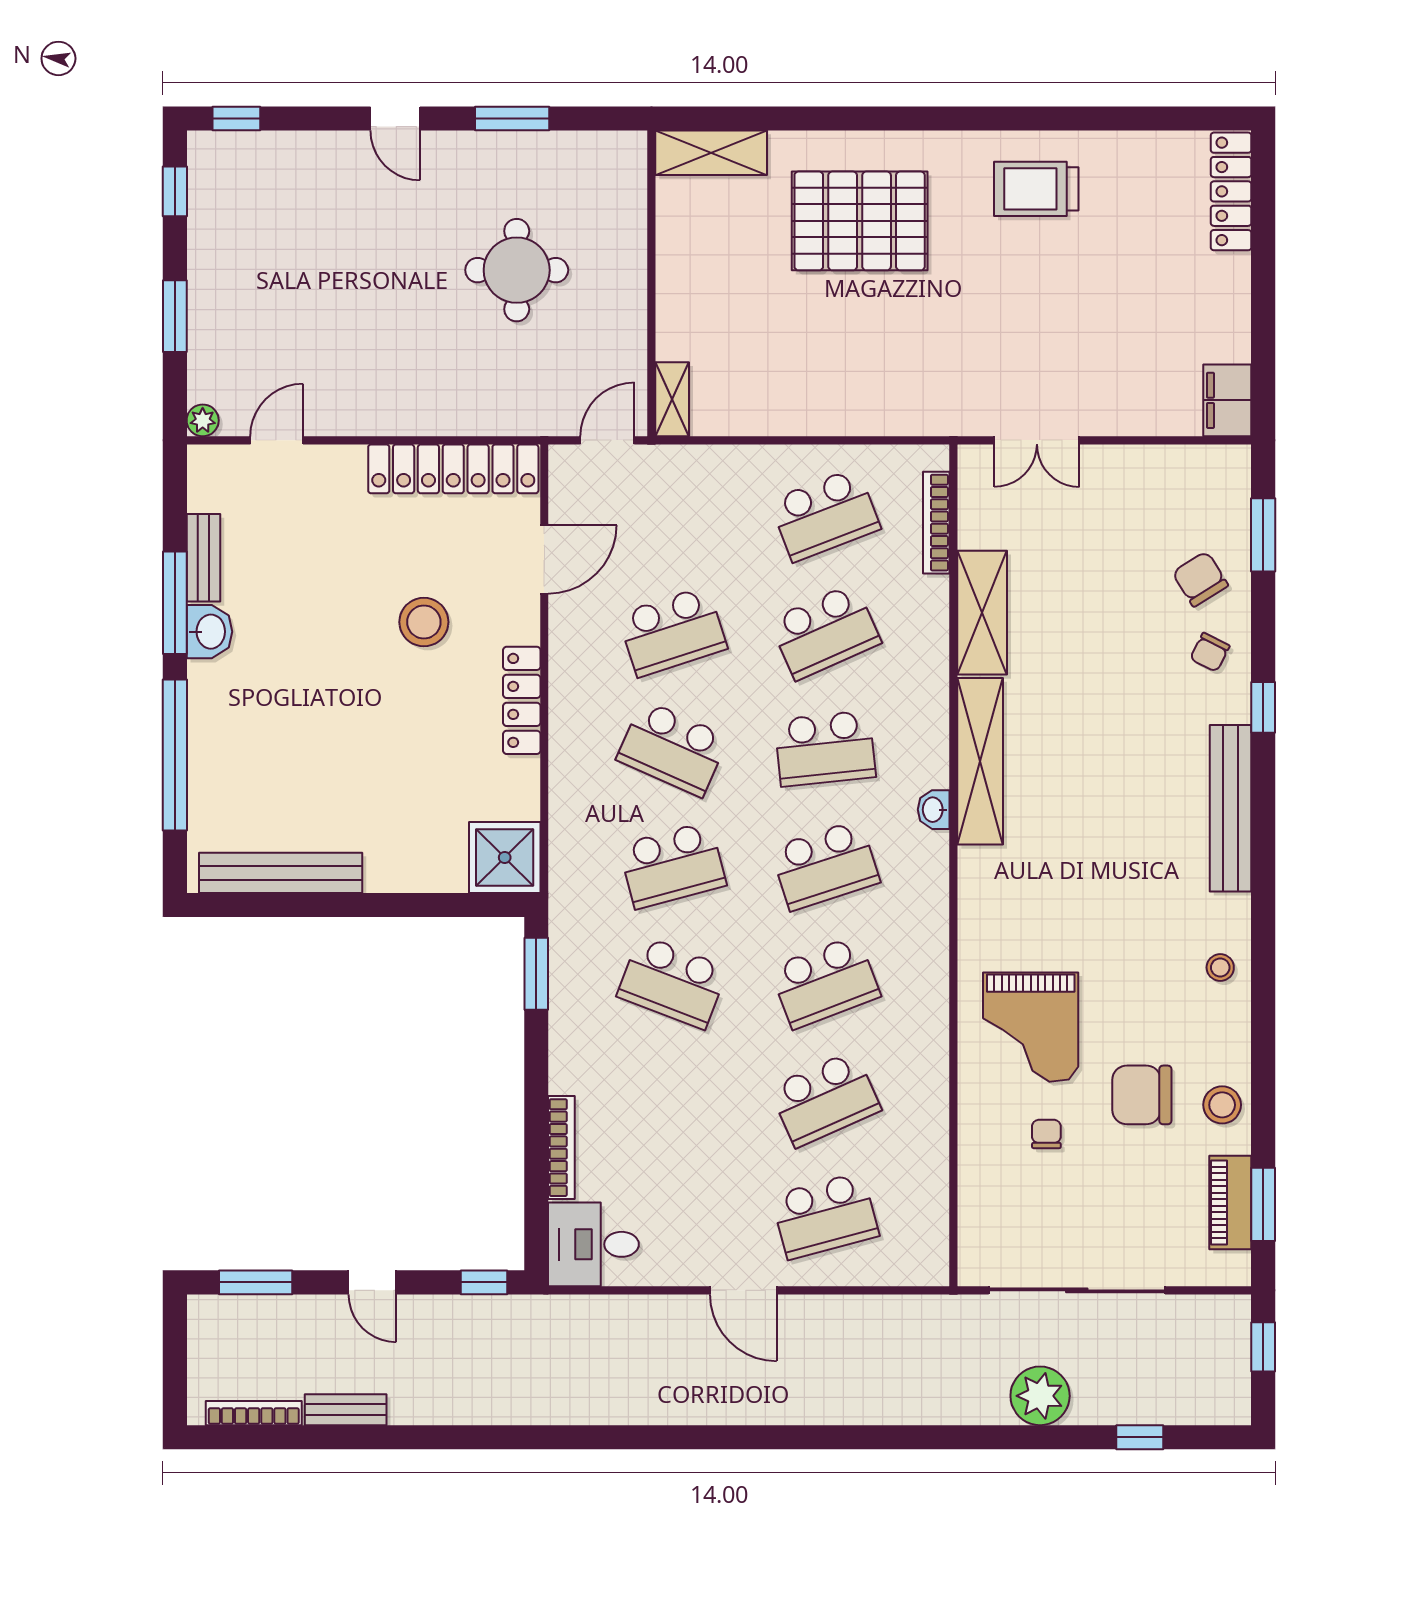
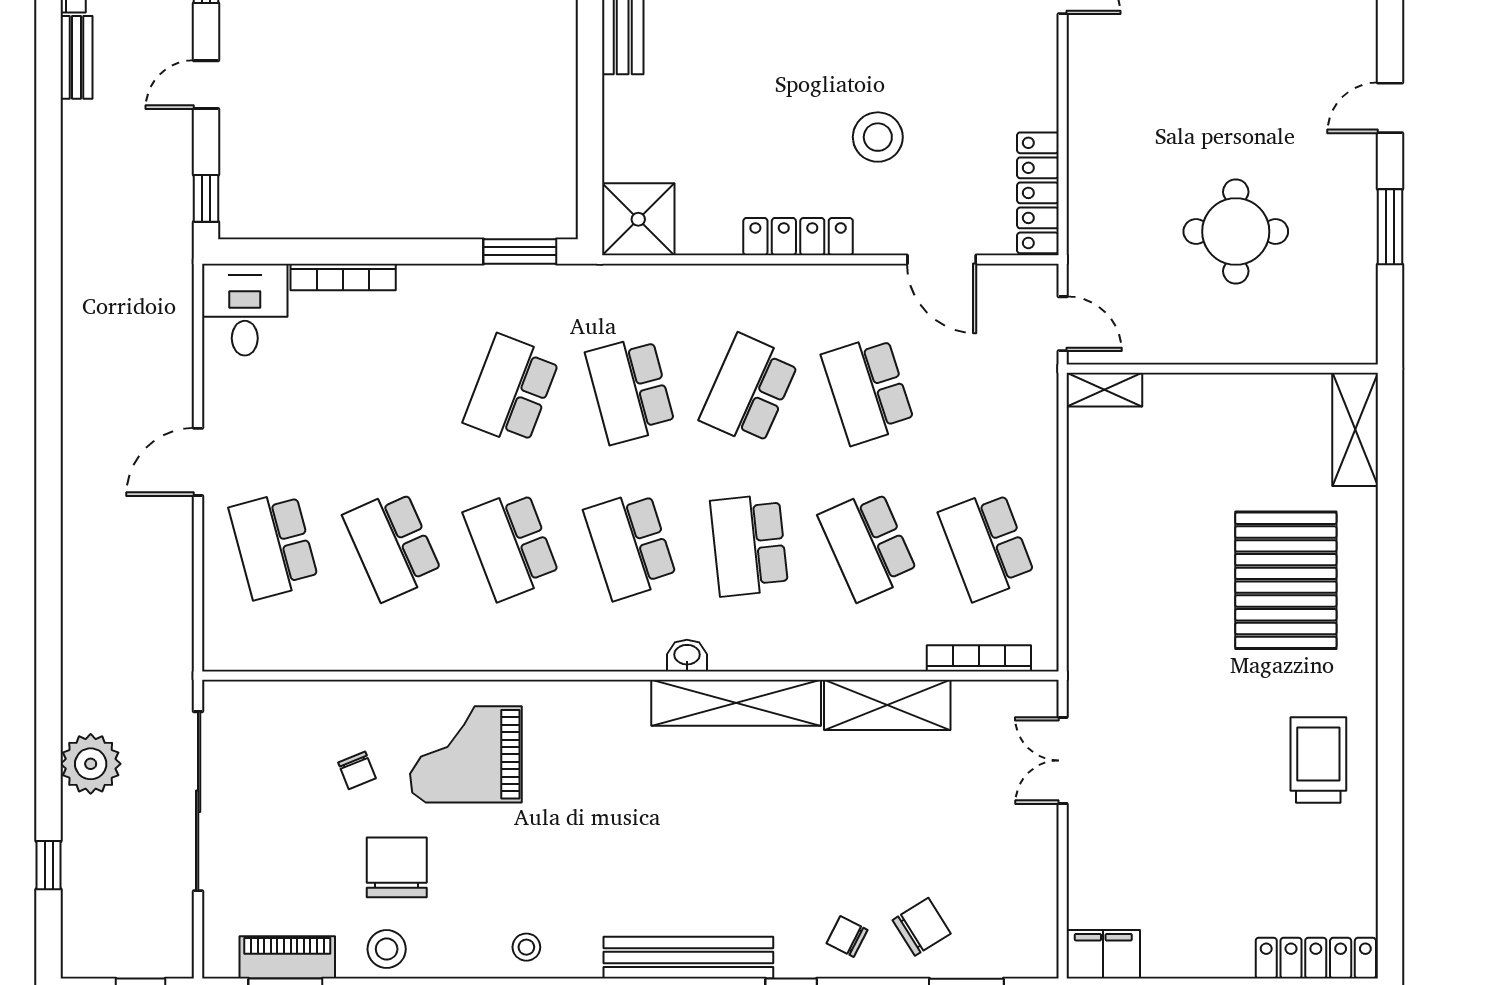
locker: (453, 469) -> (1038, 193), width x0.71, depth x0.83
chair: (1046, 1134) -> (357, 770), turned 68

